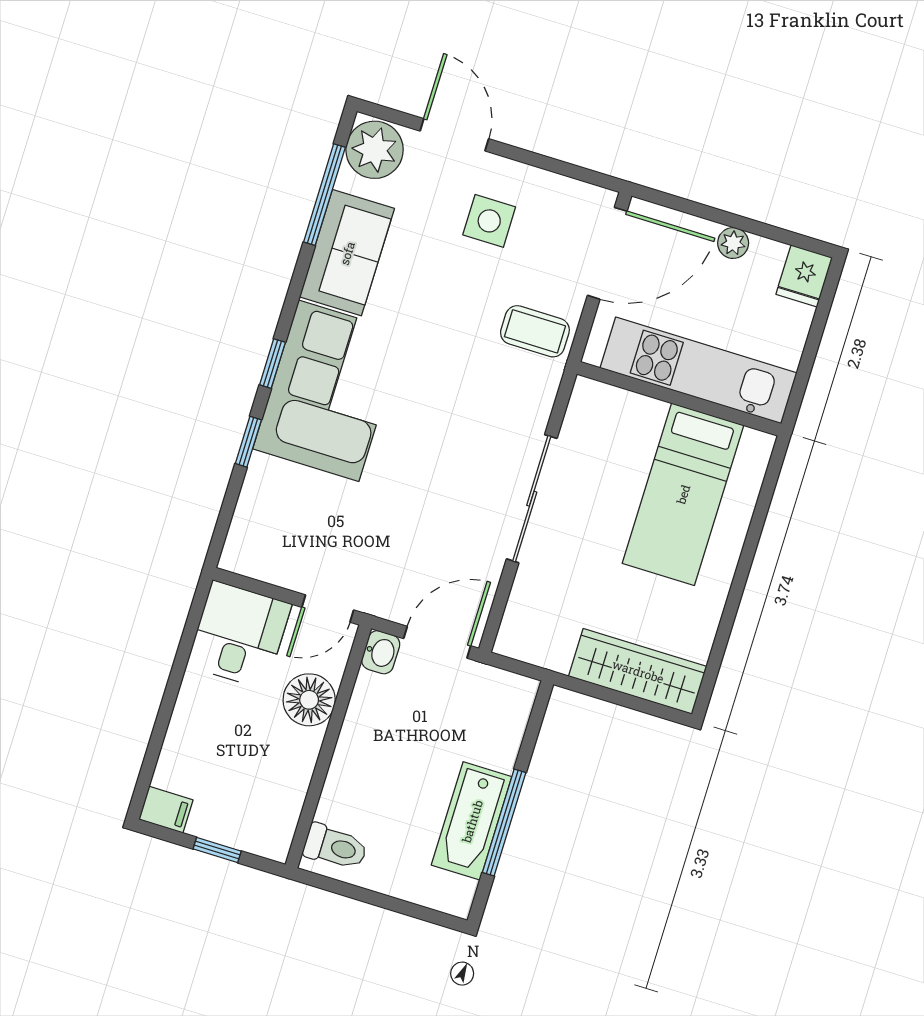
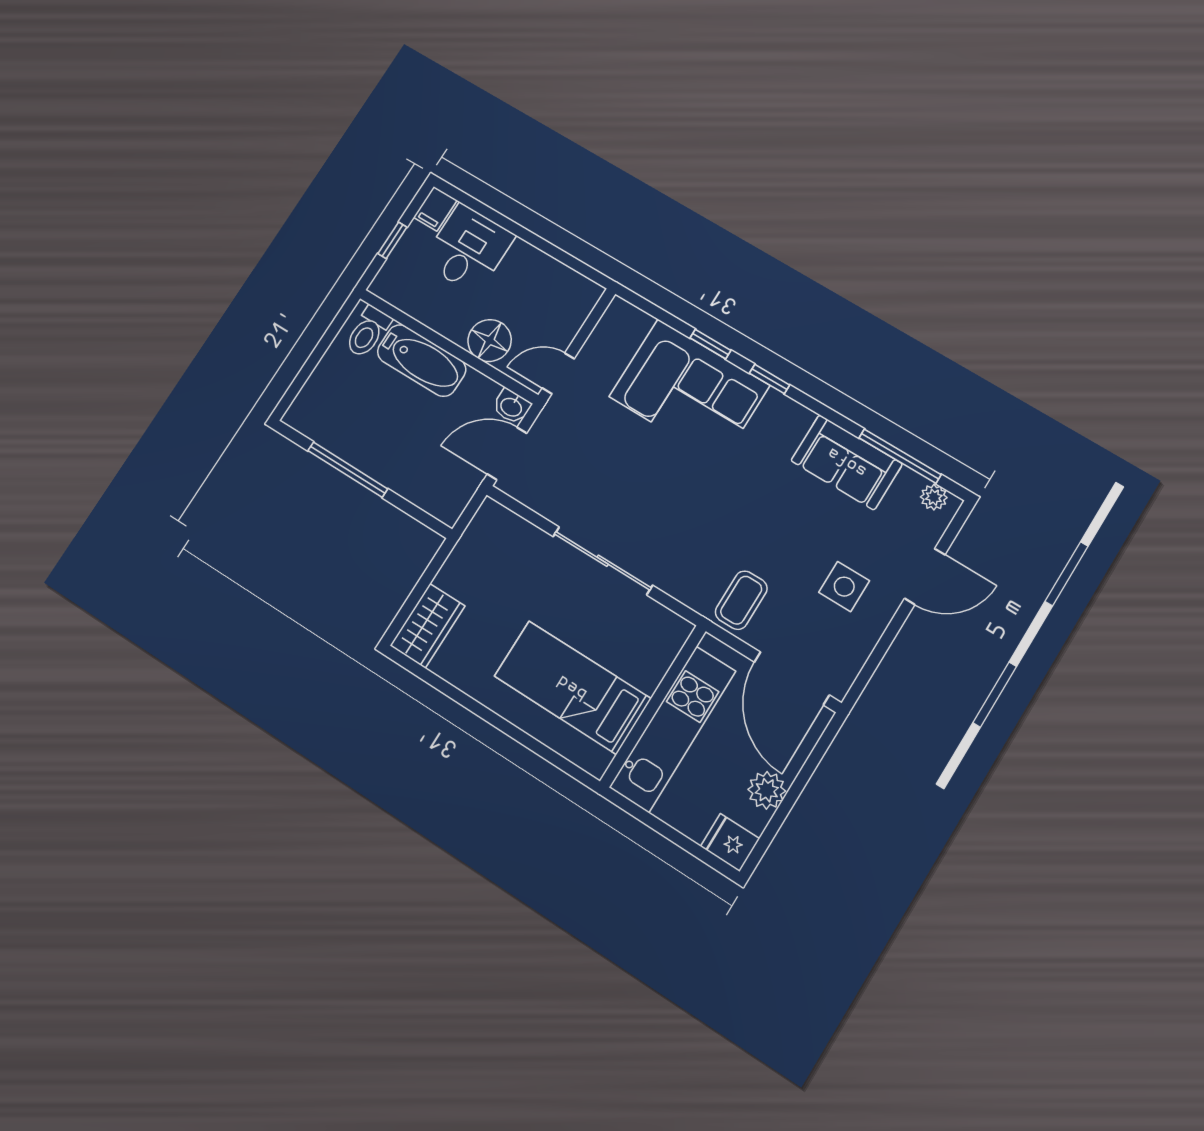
plant: (375, 150) -> (934, 497), width x0.53, depth x0.53
plant: (733, 243) -> (767, 790), width x1.38, depth x1.38
corner sofa: (329, 391) -> (689, 391), moved
door: (328, 609) -> (558, 373), hinge flipped
desk: (239, 635) -> (468, 249), moved, turned -90
door: (437, 642) -> (507, 454), swing flipped
wardrobe: (638, 671) -> (428, 626), width x0.67
bathtub: (472, 821) -> (422, 360), moved, turned 180

